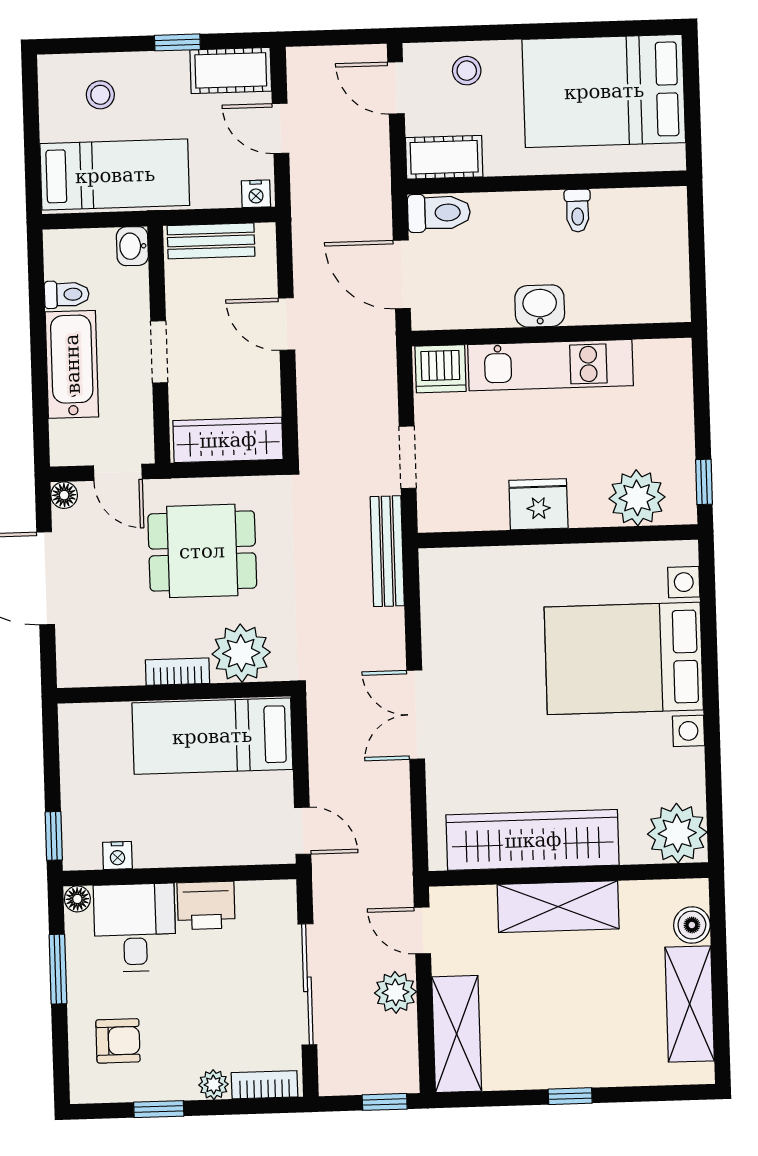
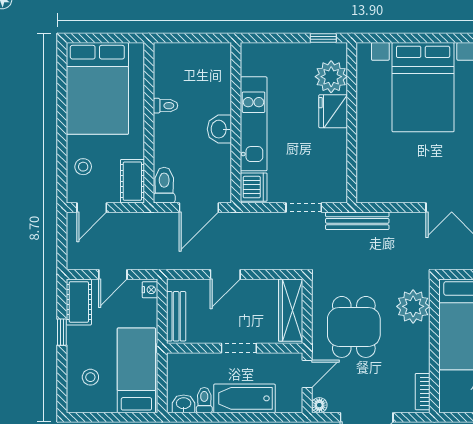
washbasin: (132, 246) -> (184, 404), moved, turned 180
fridge: (538, 504) -> (333, 111), moved
bookcase: (177, 672) -> (423, 392), moved

